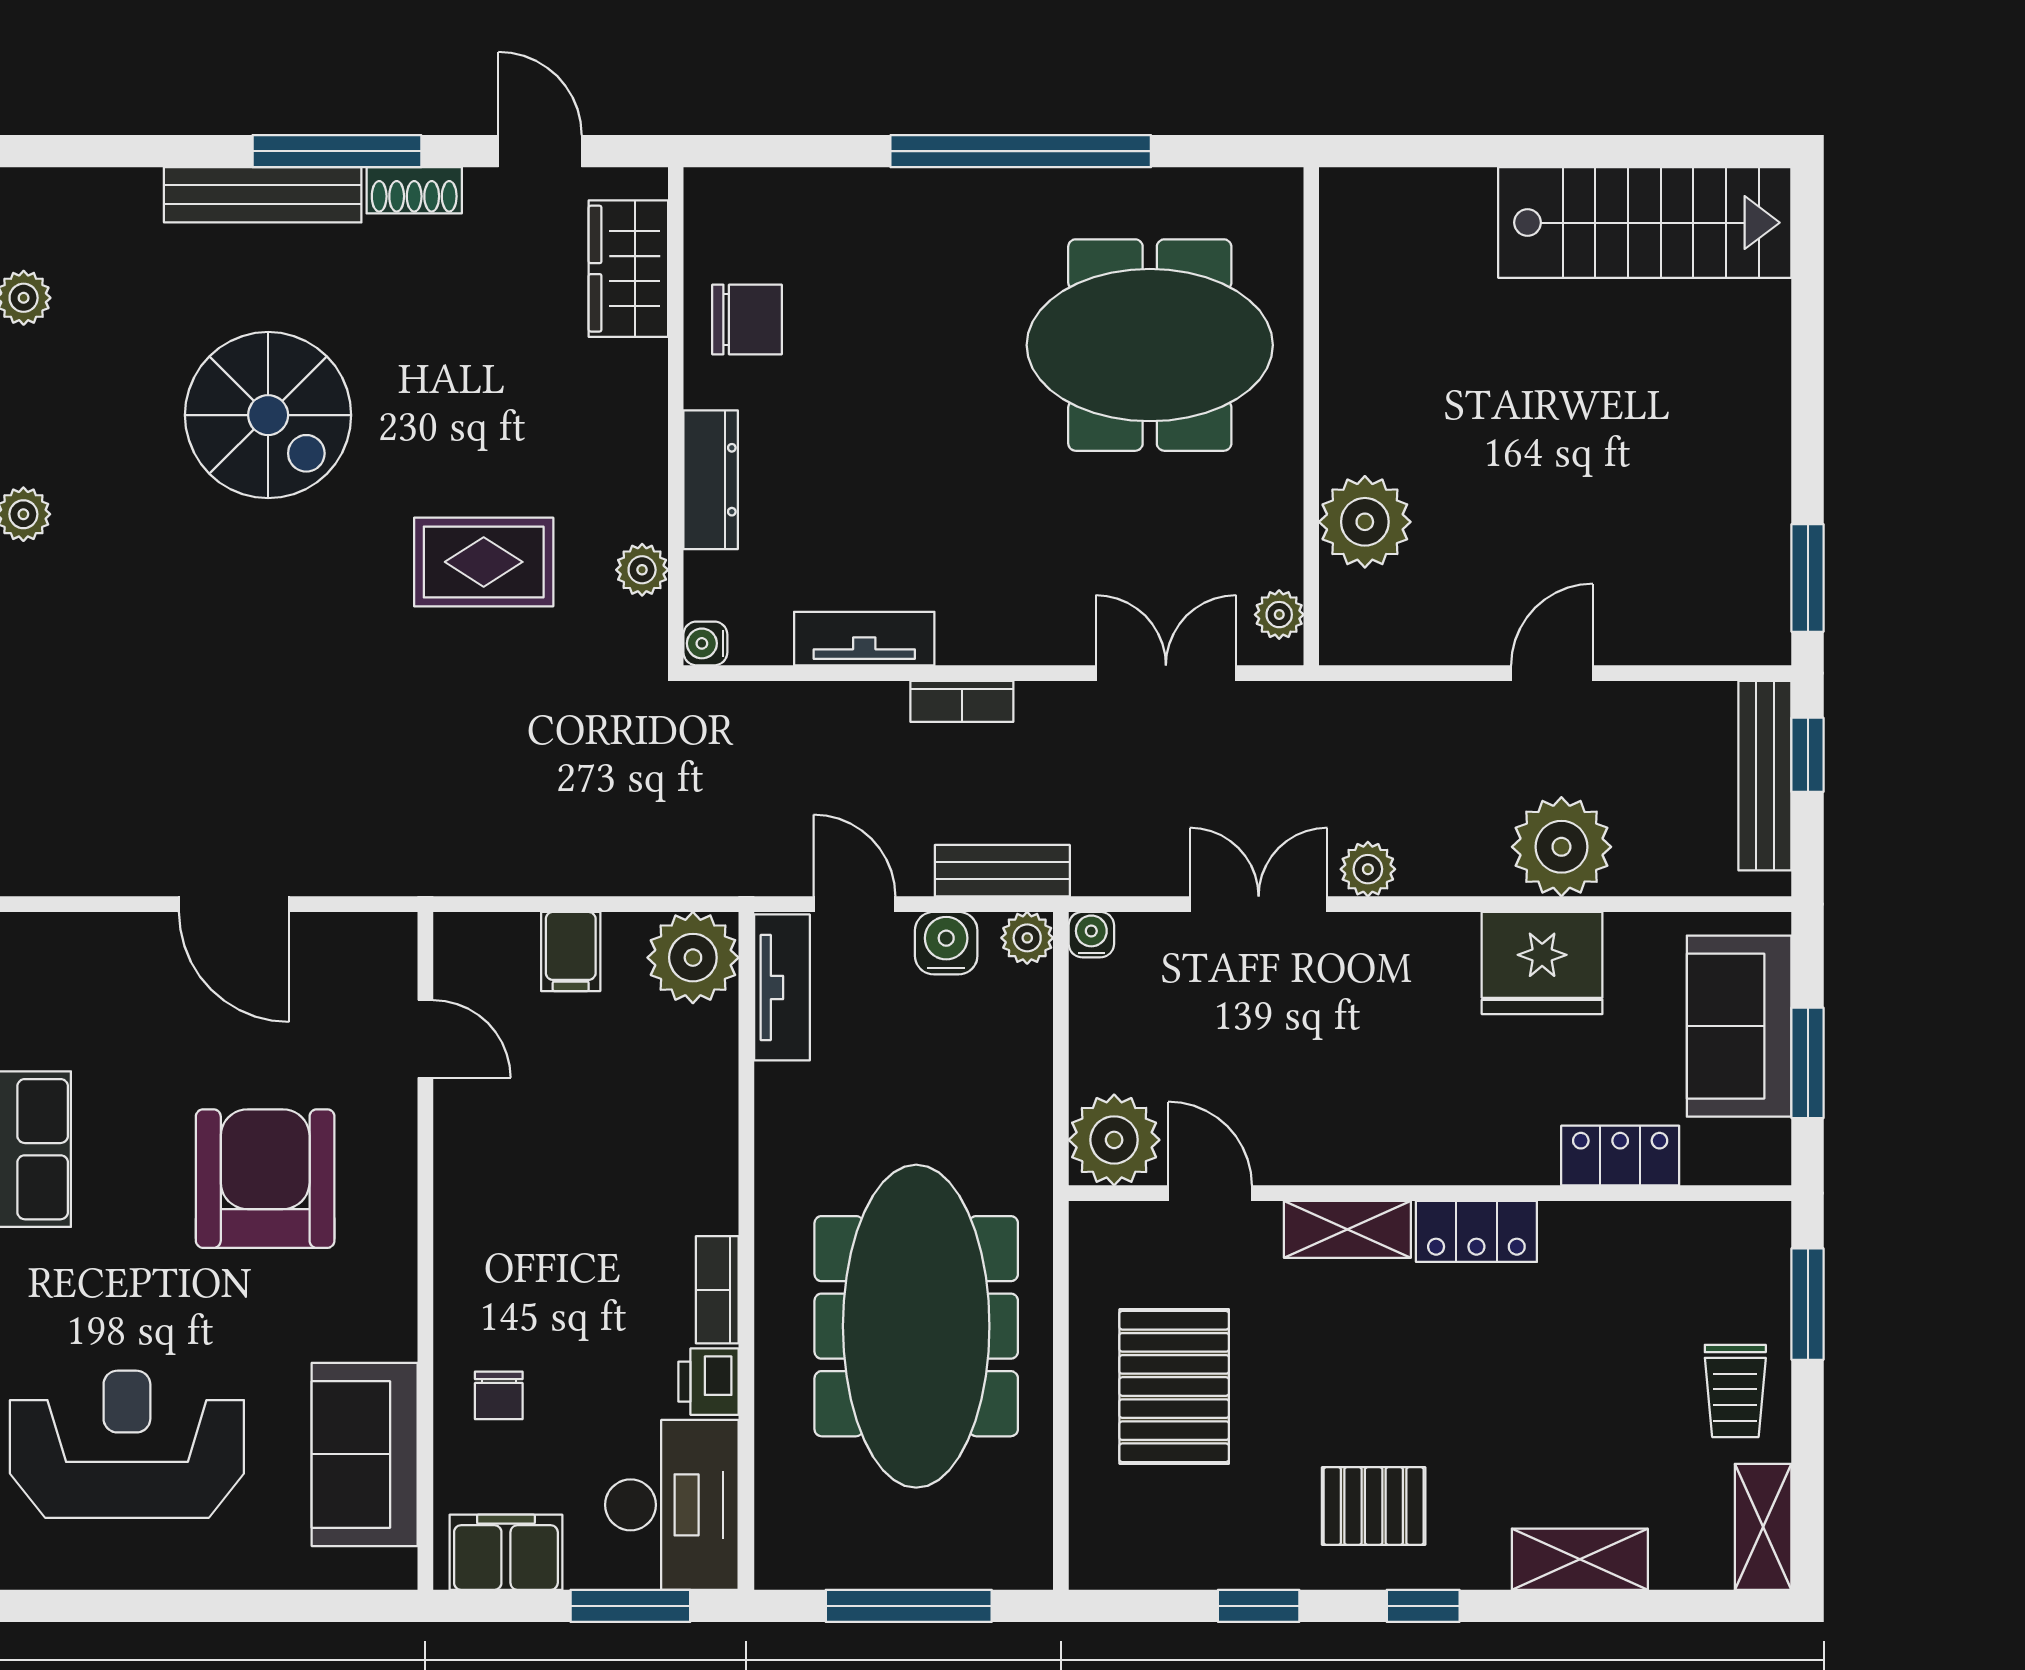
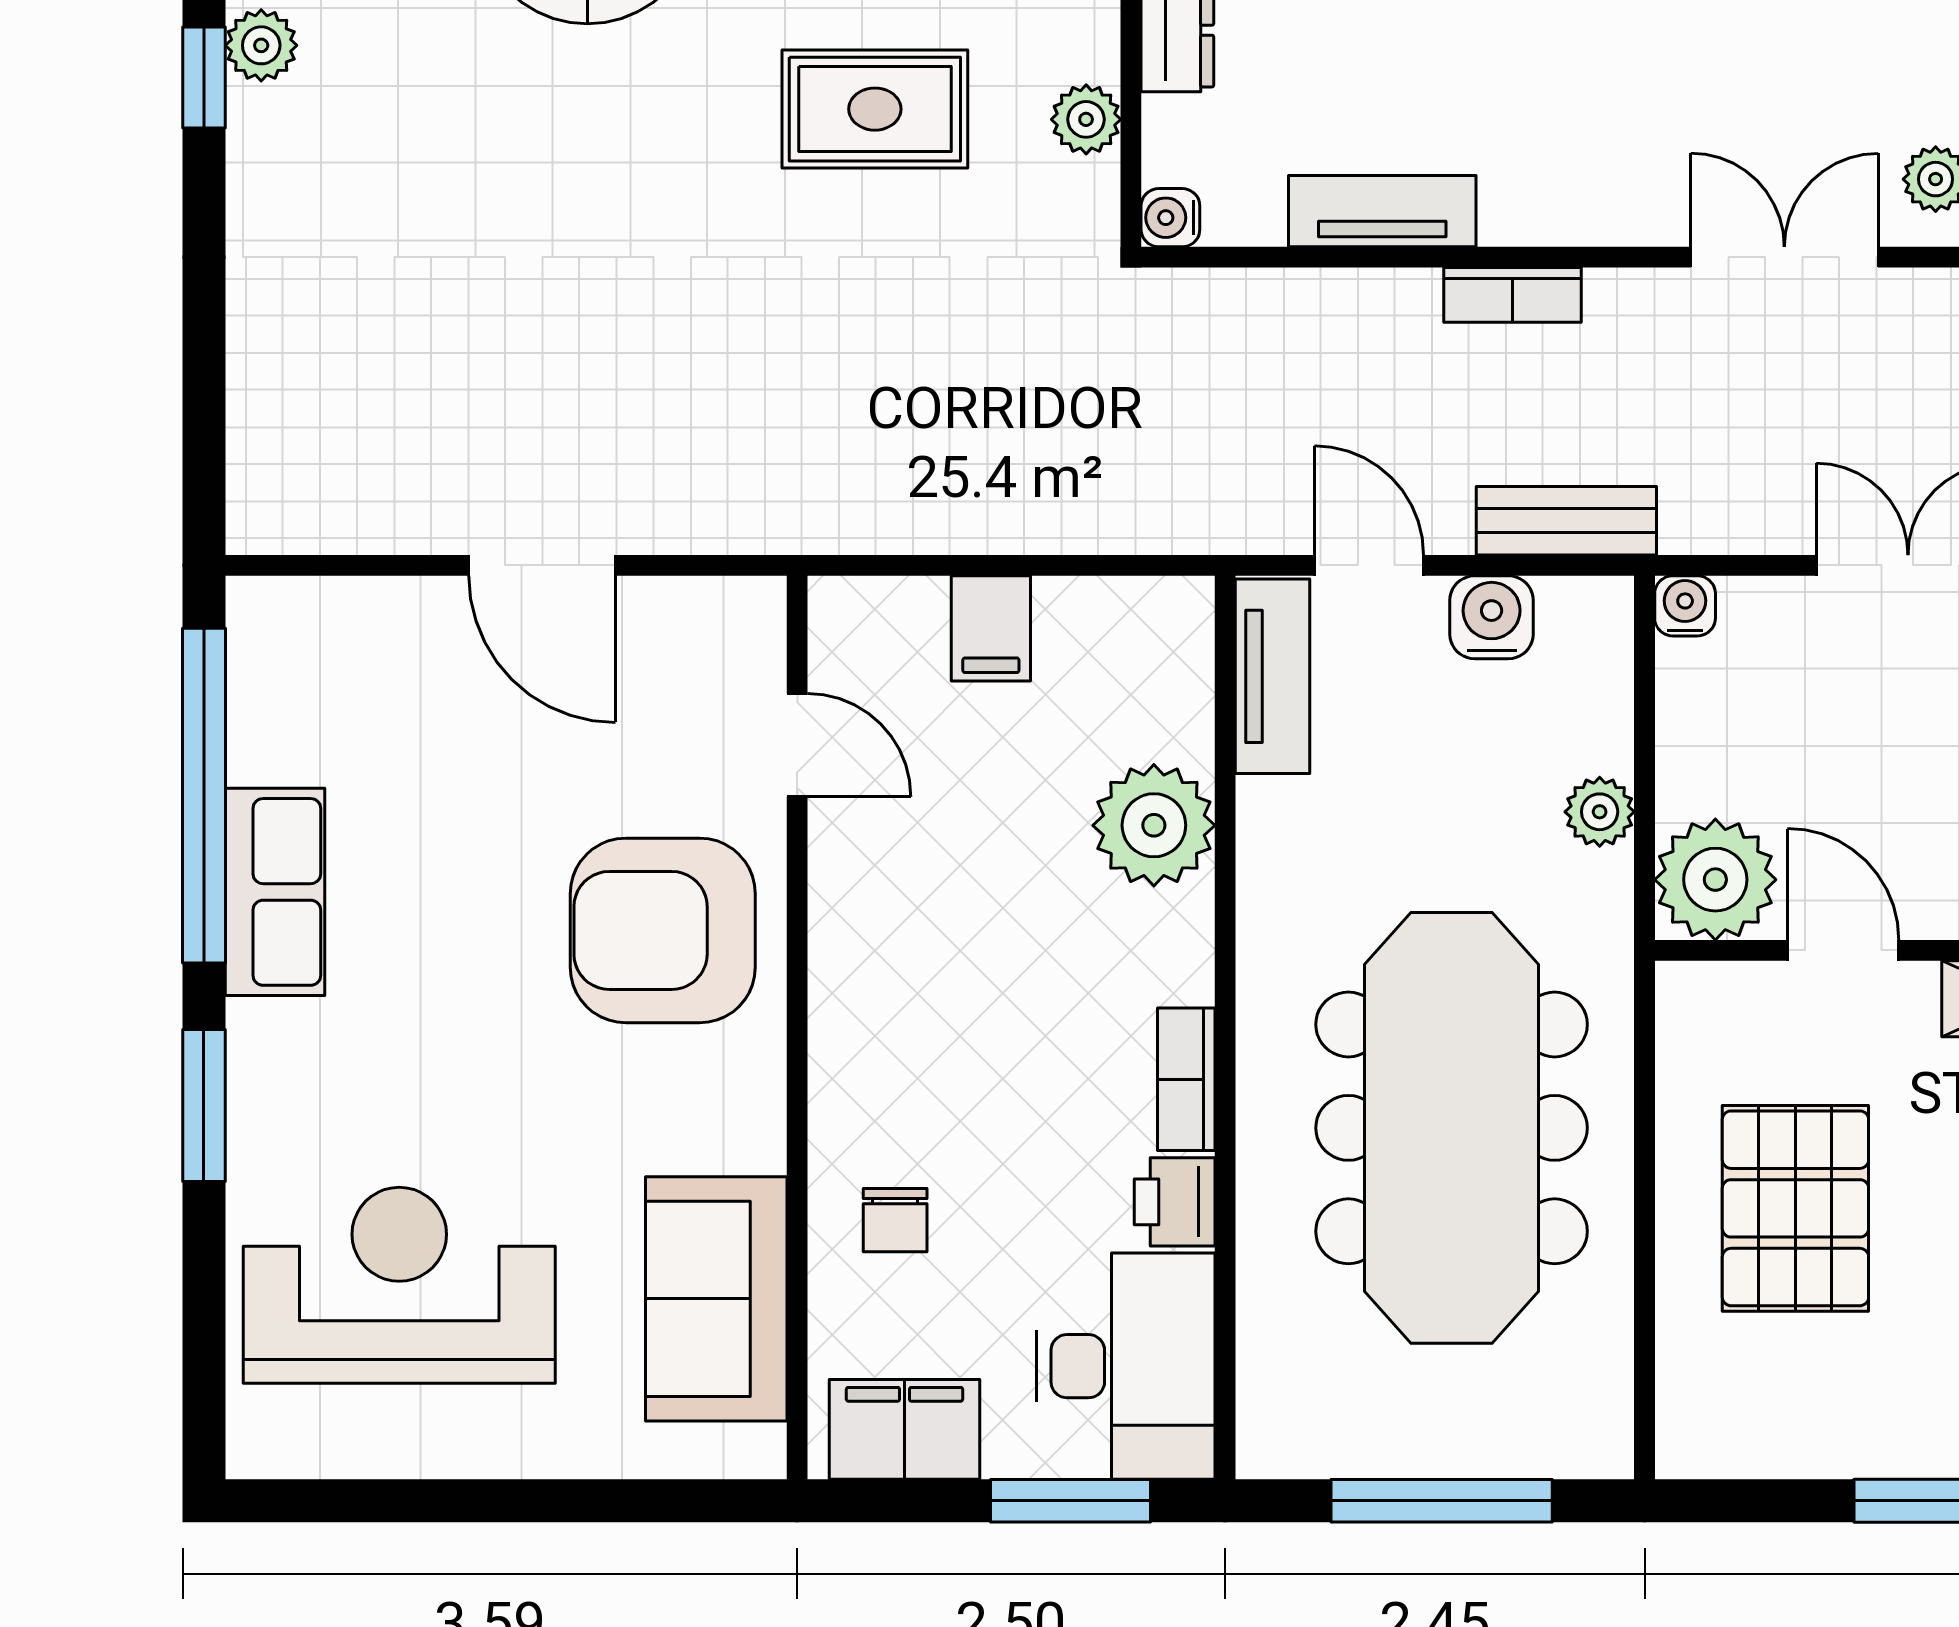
plant: (1027, 938) -> (1600, 812), moved
plant: (693, 958) -> (1154, 825), moved
armchair: (265, 1179) -> (663, 930), moved, turned -90

